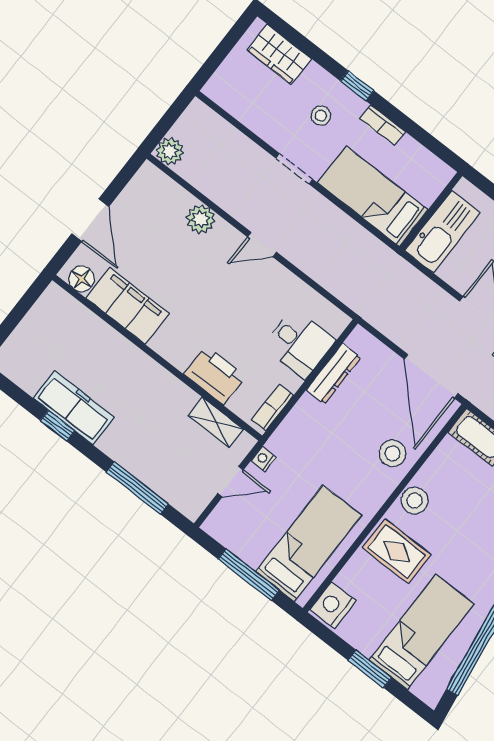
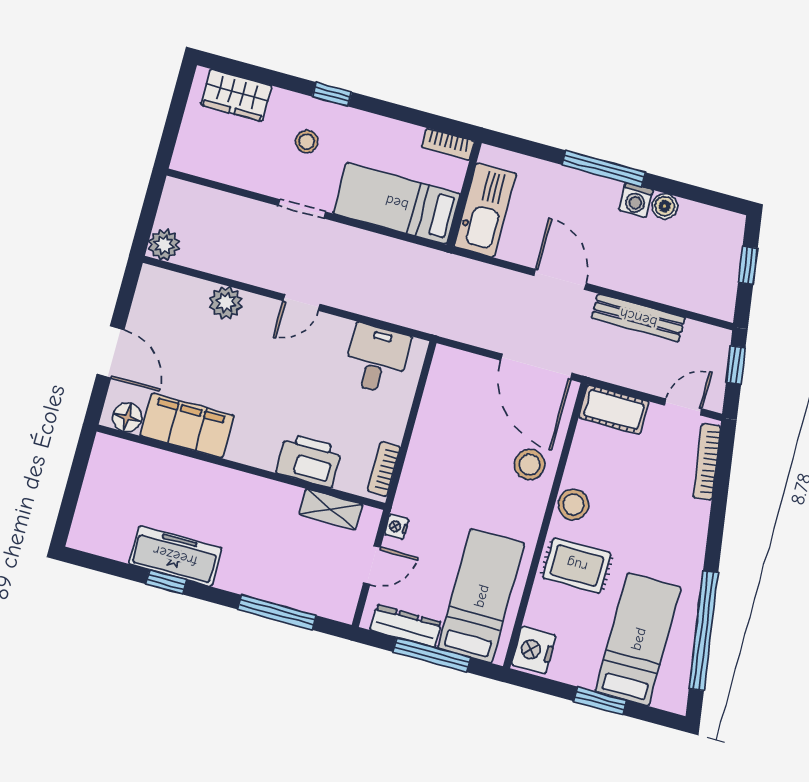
bookcase: (383, 125) -> (448, 144), moved
desk: (299, 343) -> (377, 359), moved, turned -90
dresser: (333, 374) -> (406, 626), moved, turned -90

